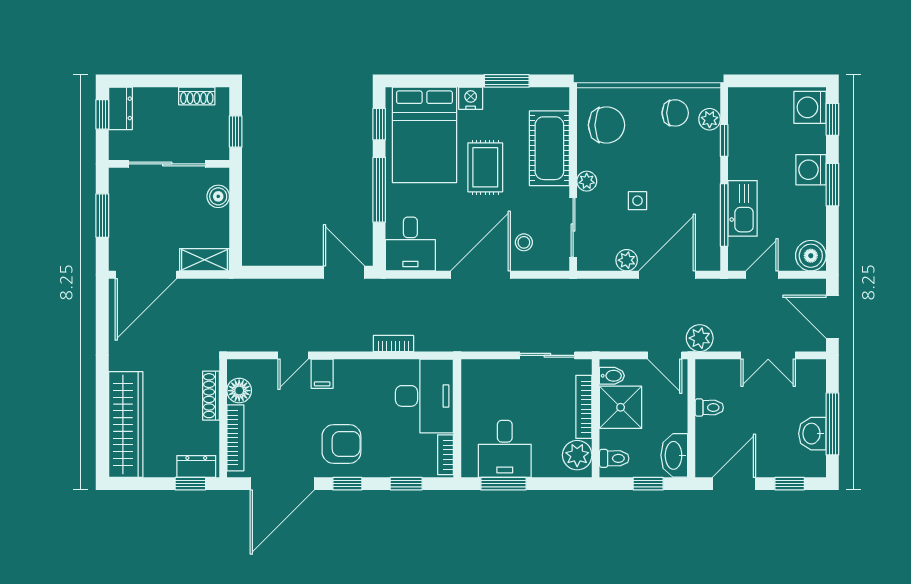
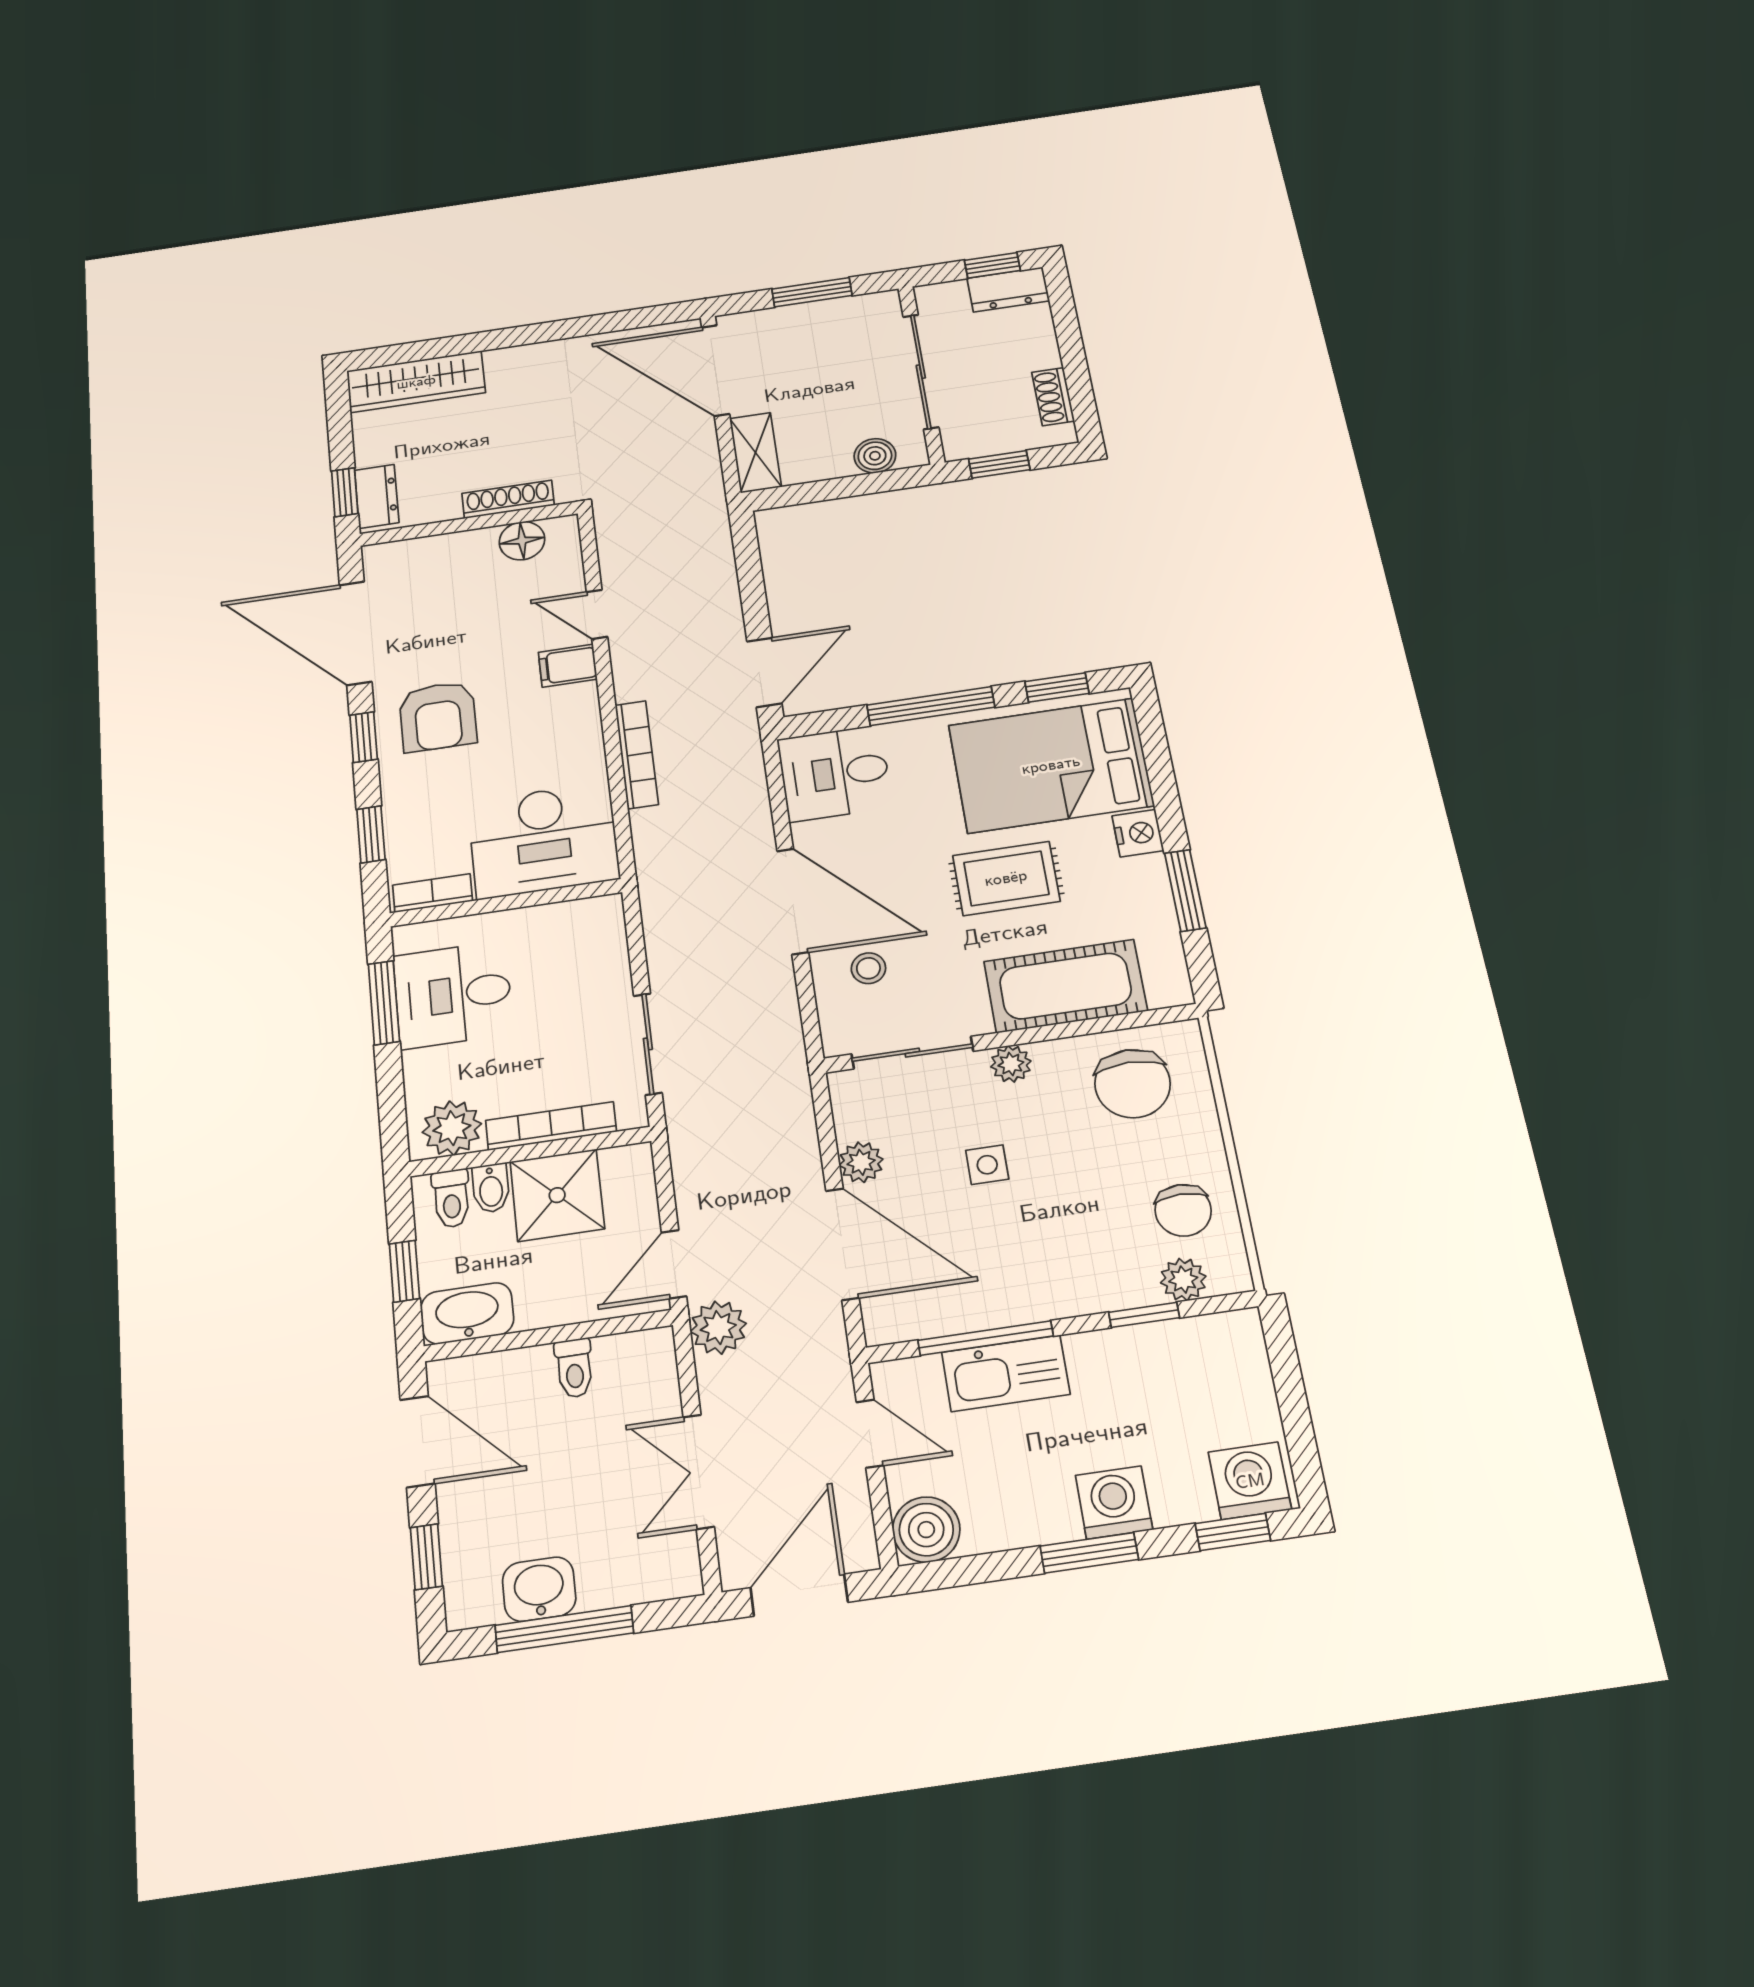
bookcase: (393, 343) -> (637, 755), width x1.56
bidet: (612, 376) -> (491, 1188), moved
wardrobe: (126, 425) -> (416, 382), width x0.71, depth x0.85
bookcase: (235, 438) -> (434, 548), removed

